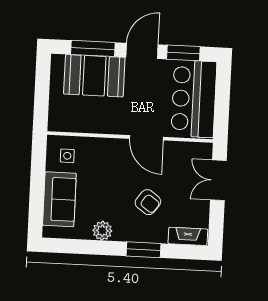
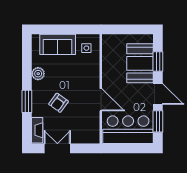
window: (93, 48) -> (158, 62), width x0.69
door: (146, 138) -> (101, 100), swing flipped
double door: (218, 180) -> (57, 148), moved

